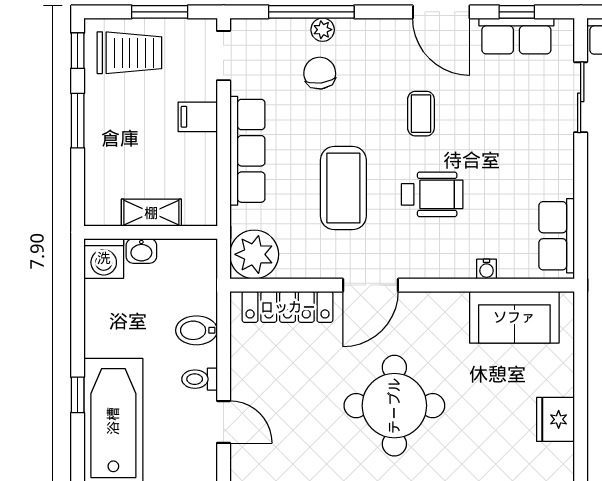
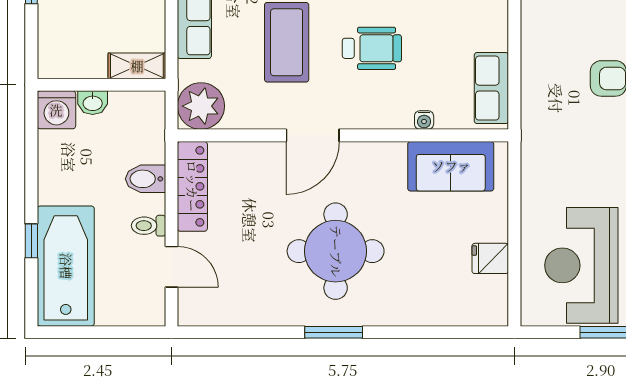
shelving: (151, 213) -> (137, 66), moved
locker: (288, 307) -> (192, 186), moved, turned -90
fridge: (556, 419) -> (490, 258), width x0.72

